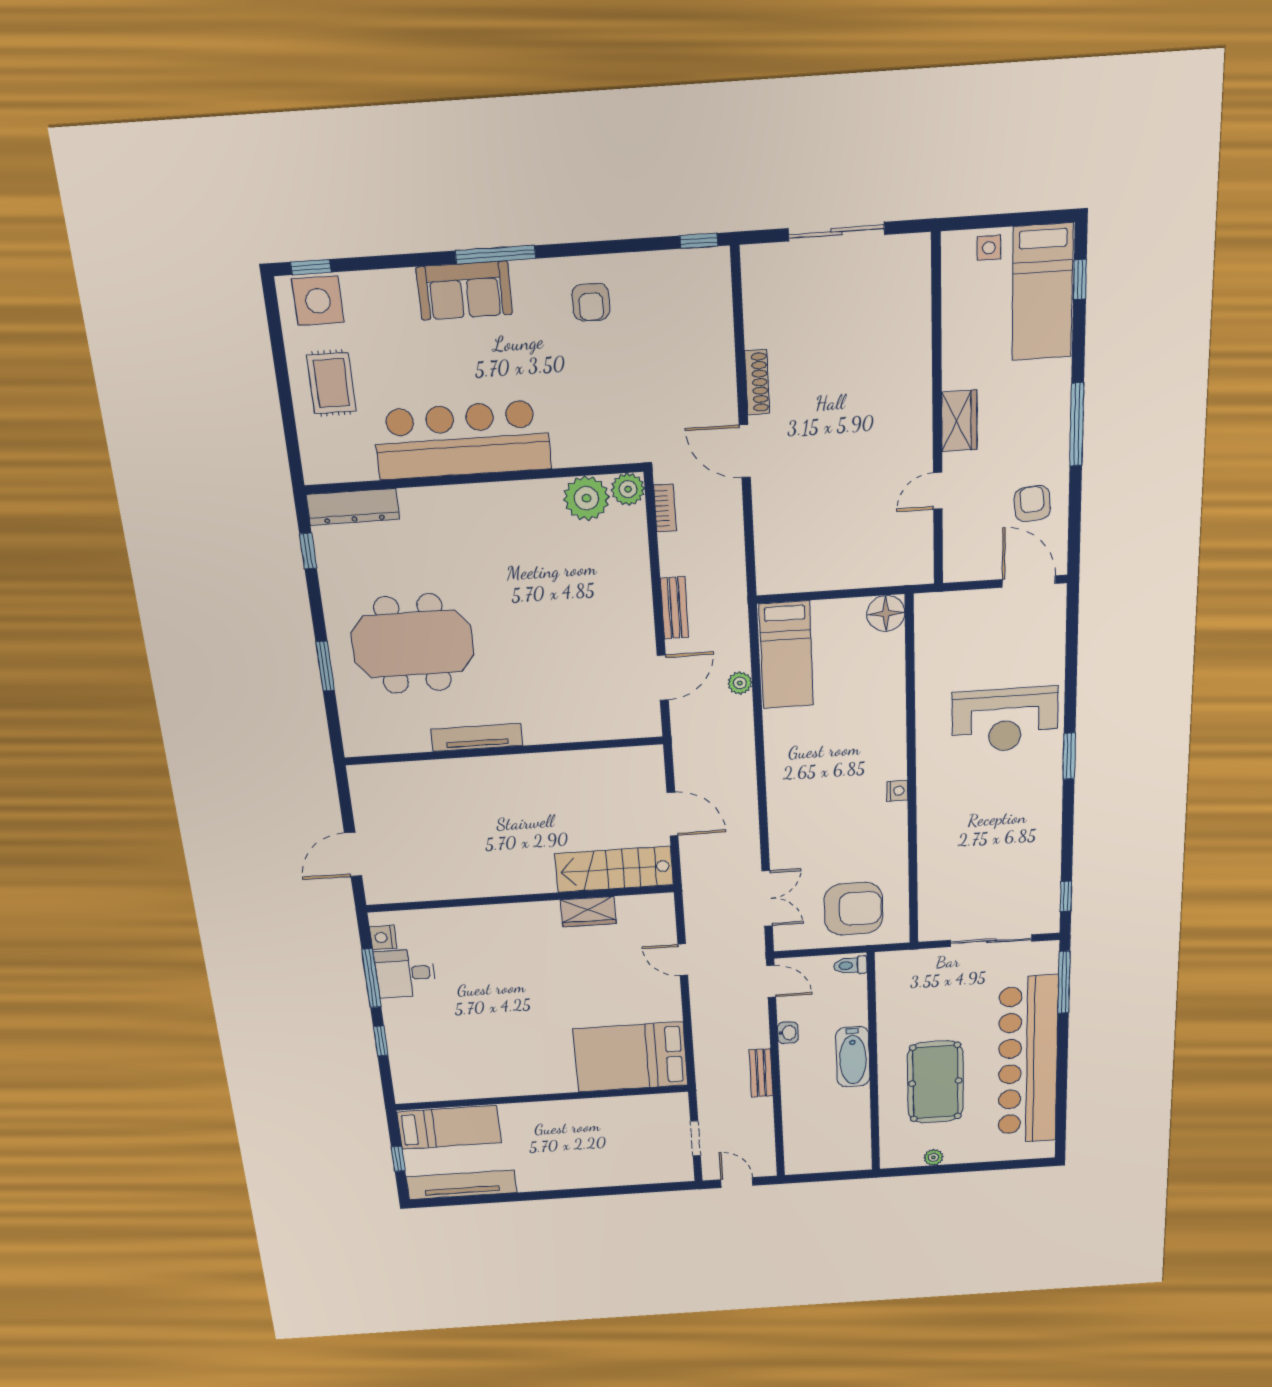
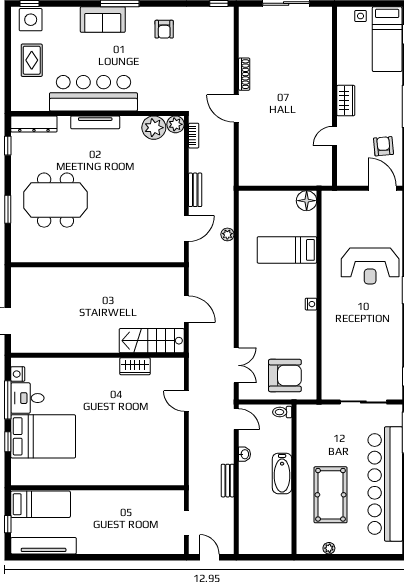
bed: (786, 655) -> (287, 250), moved, turned 90
tv unit: (477, 737) -> (95, 122), moved, turned 180
bed: (631, 1057) -> (43, 436), moved, turned 180

